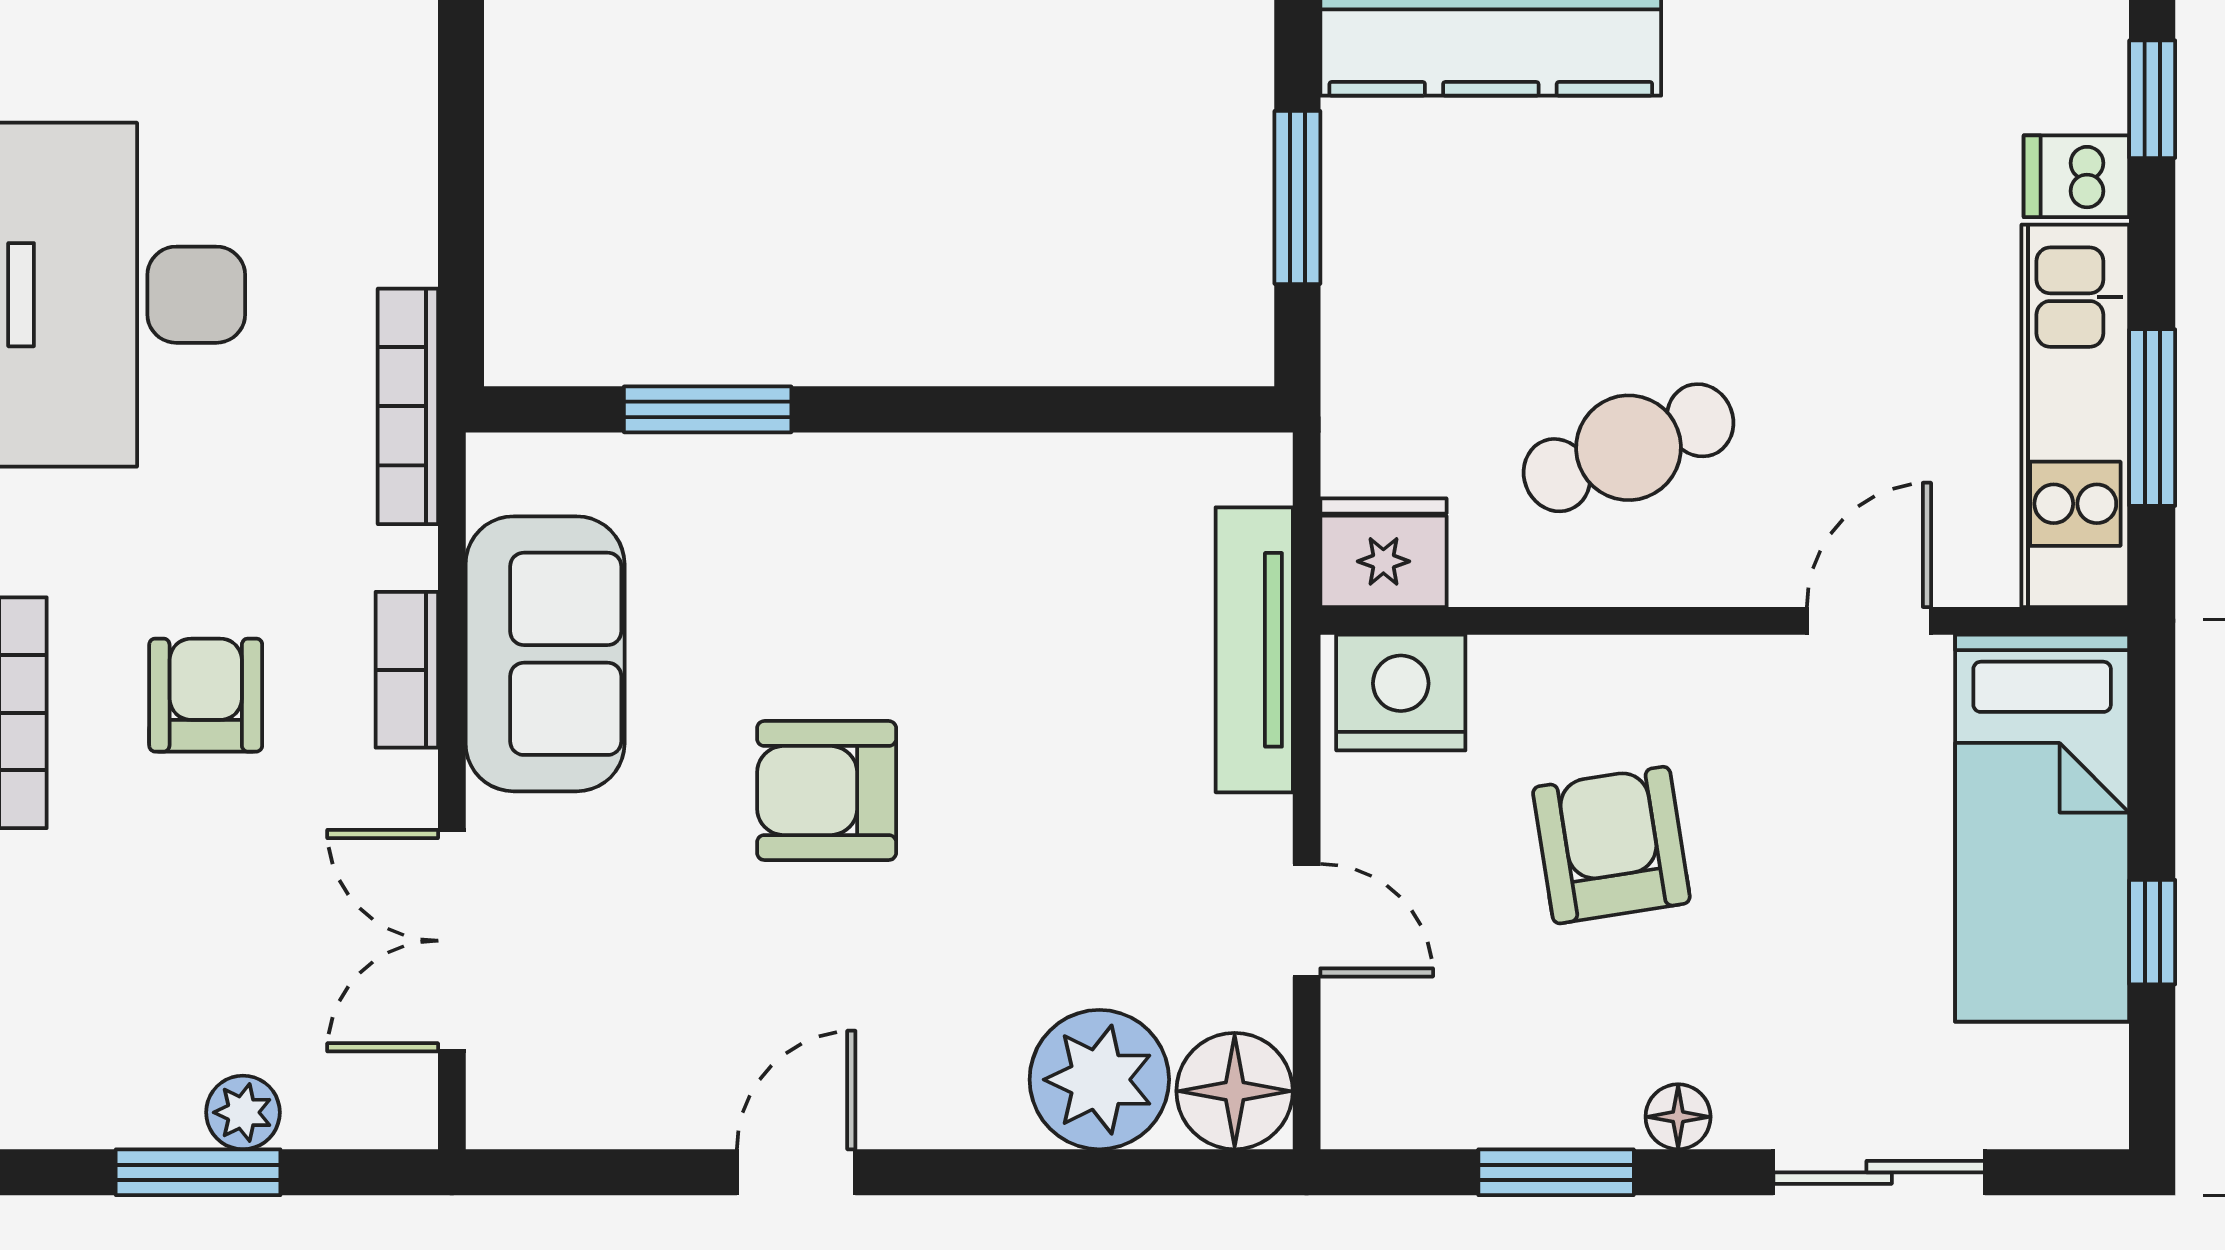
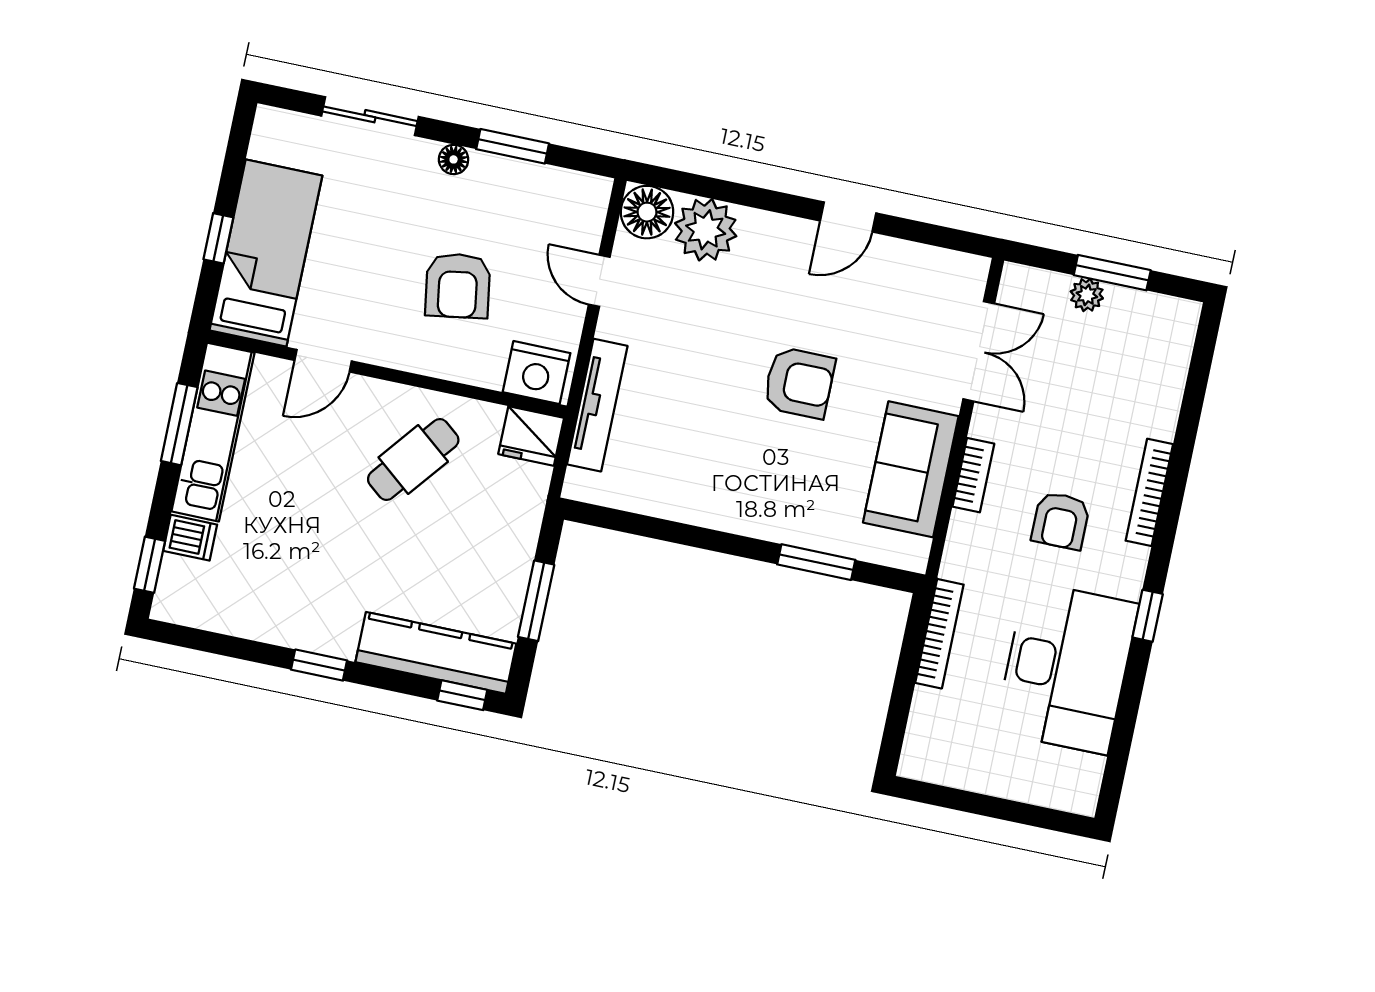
bookcase: (408, 406) -> (939, 634), moved
cafe table: (1629, 448) -> (413, 460), turned -30
armchair: (206, 695) -> (1061, 521), moved
window: (2152, 932) -> (218, 238), moved

